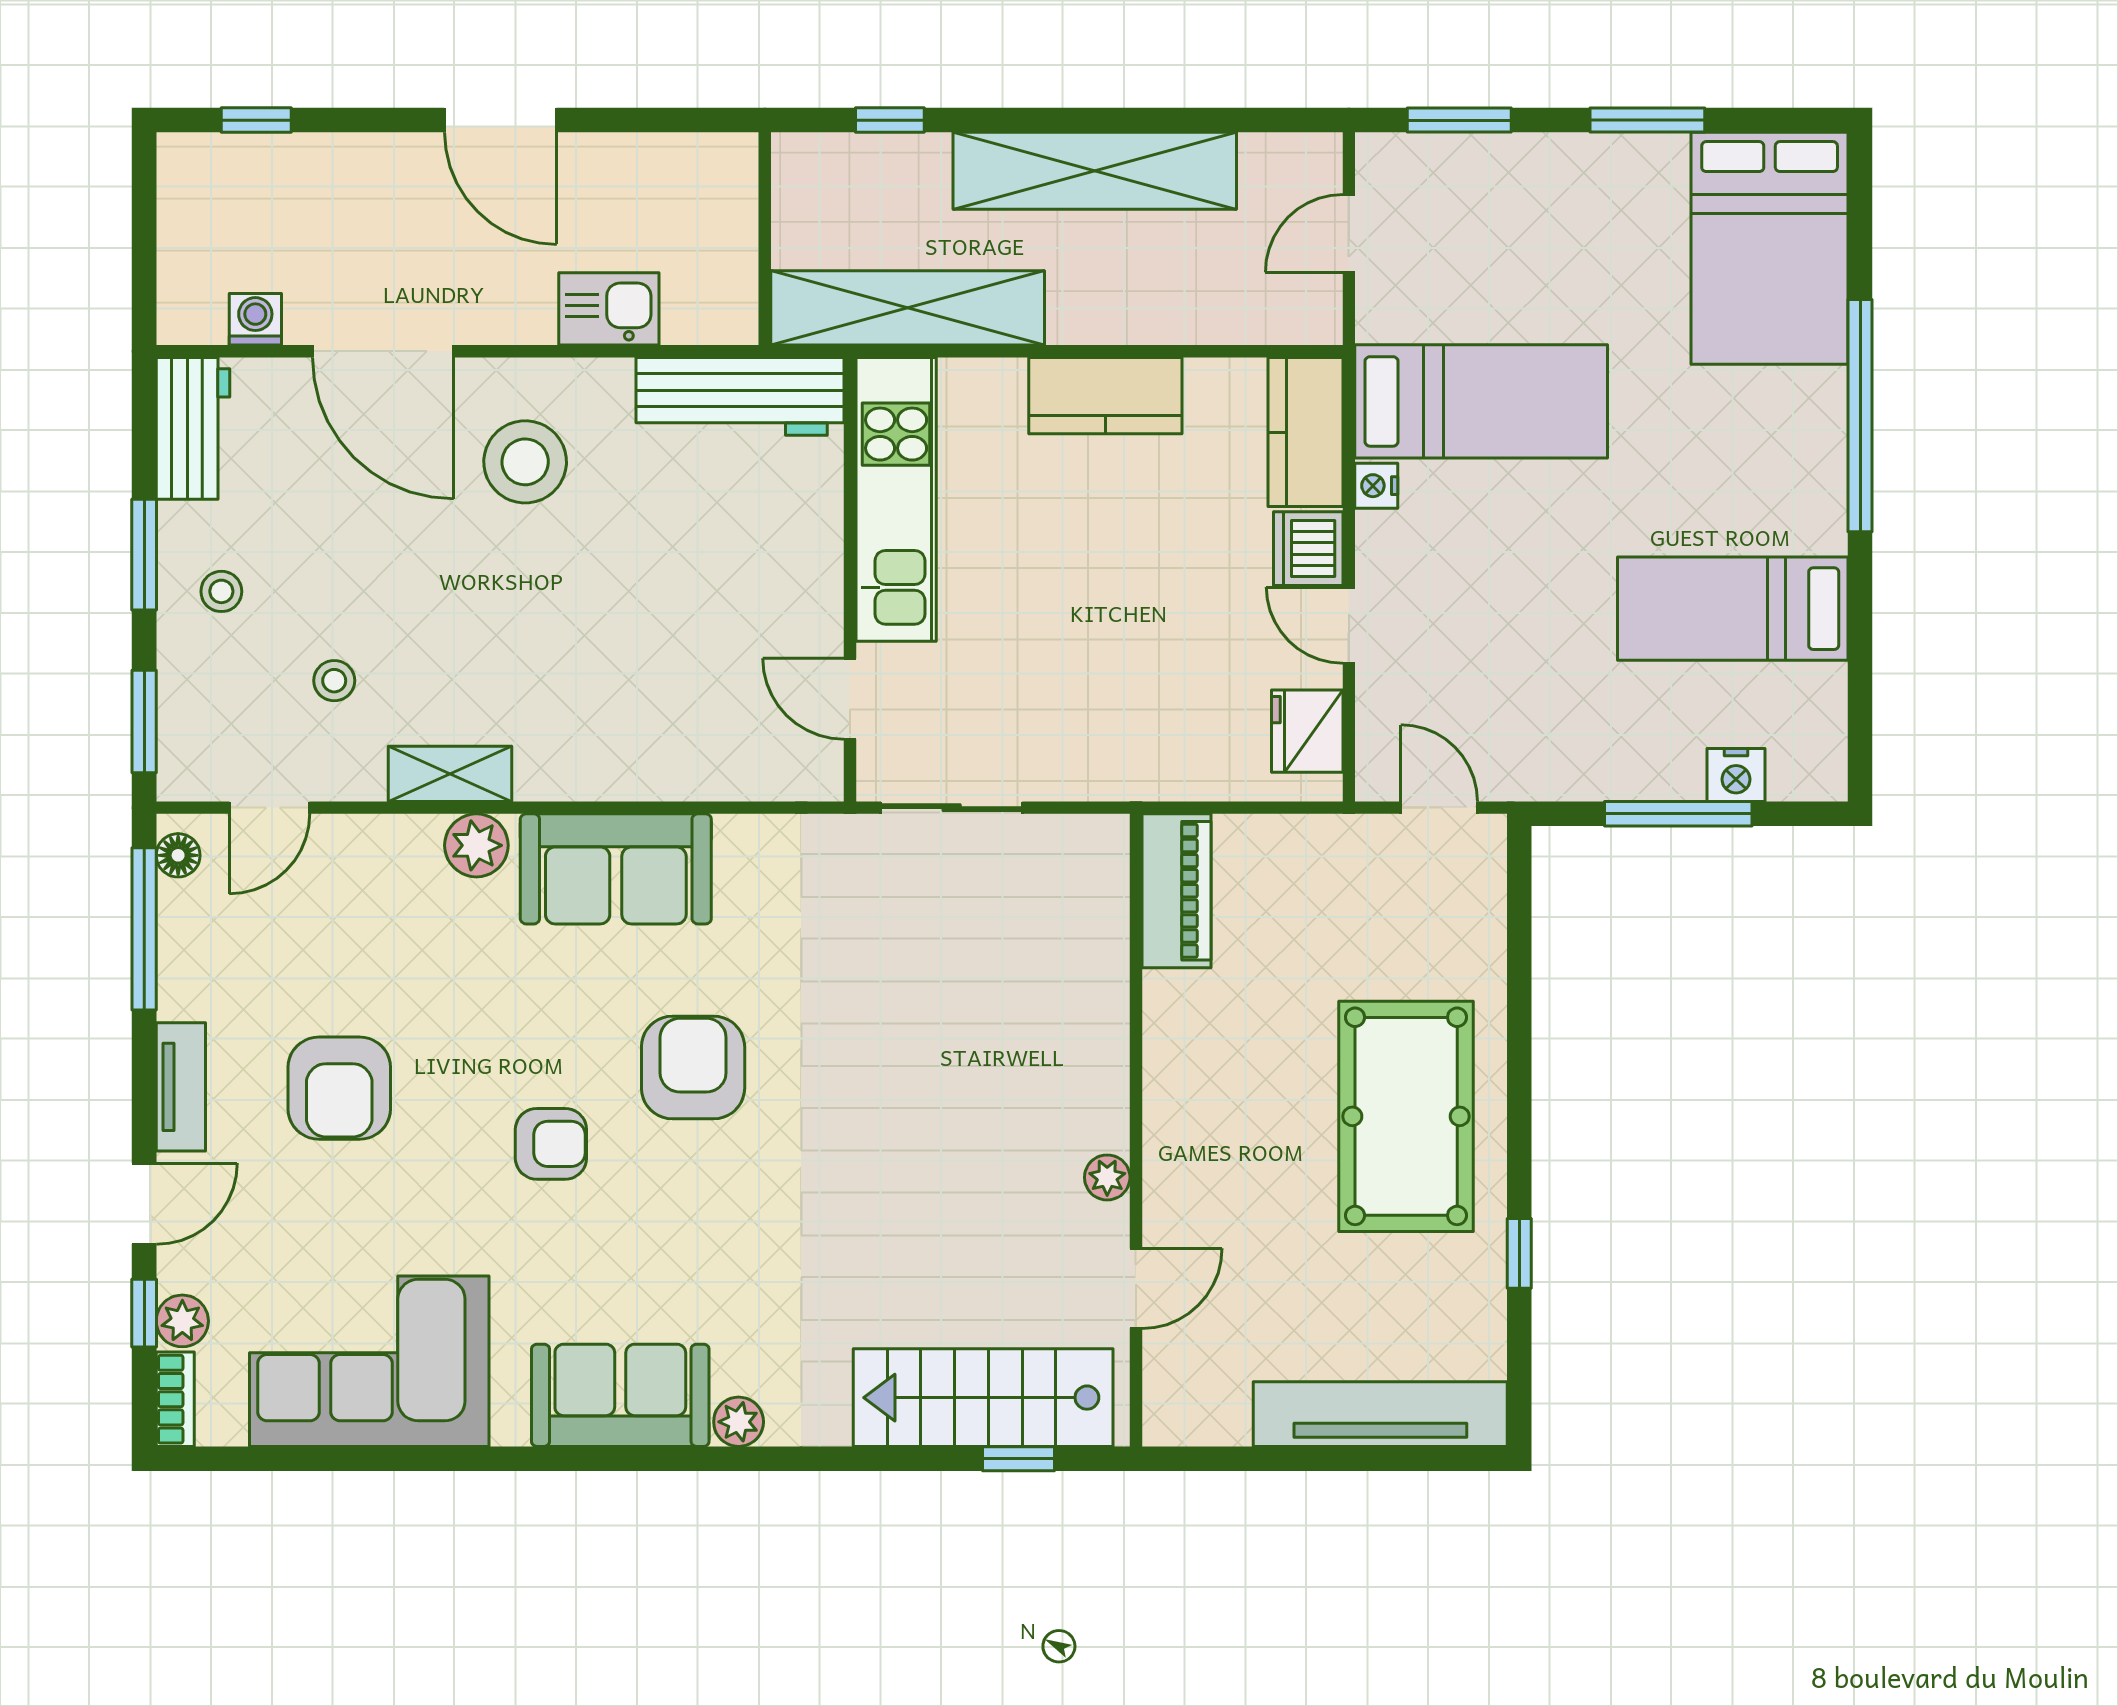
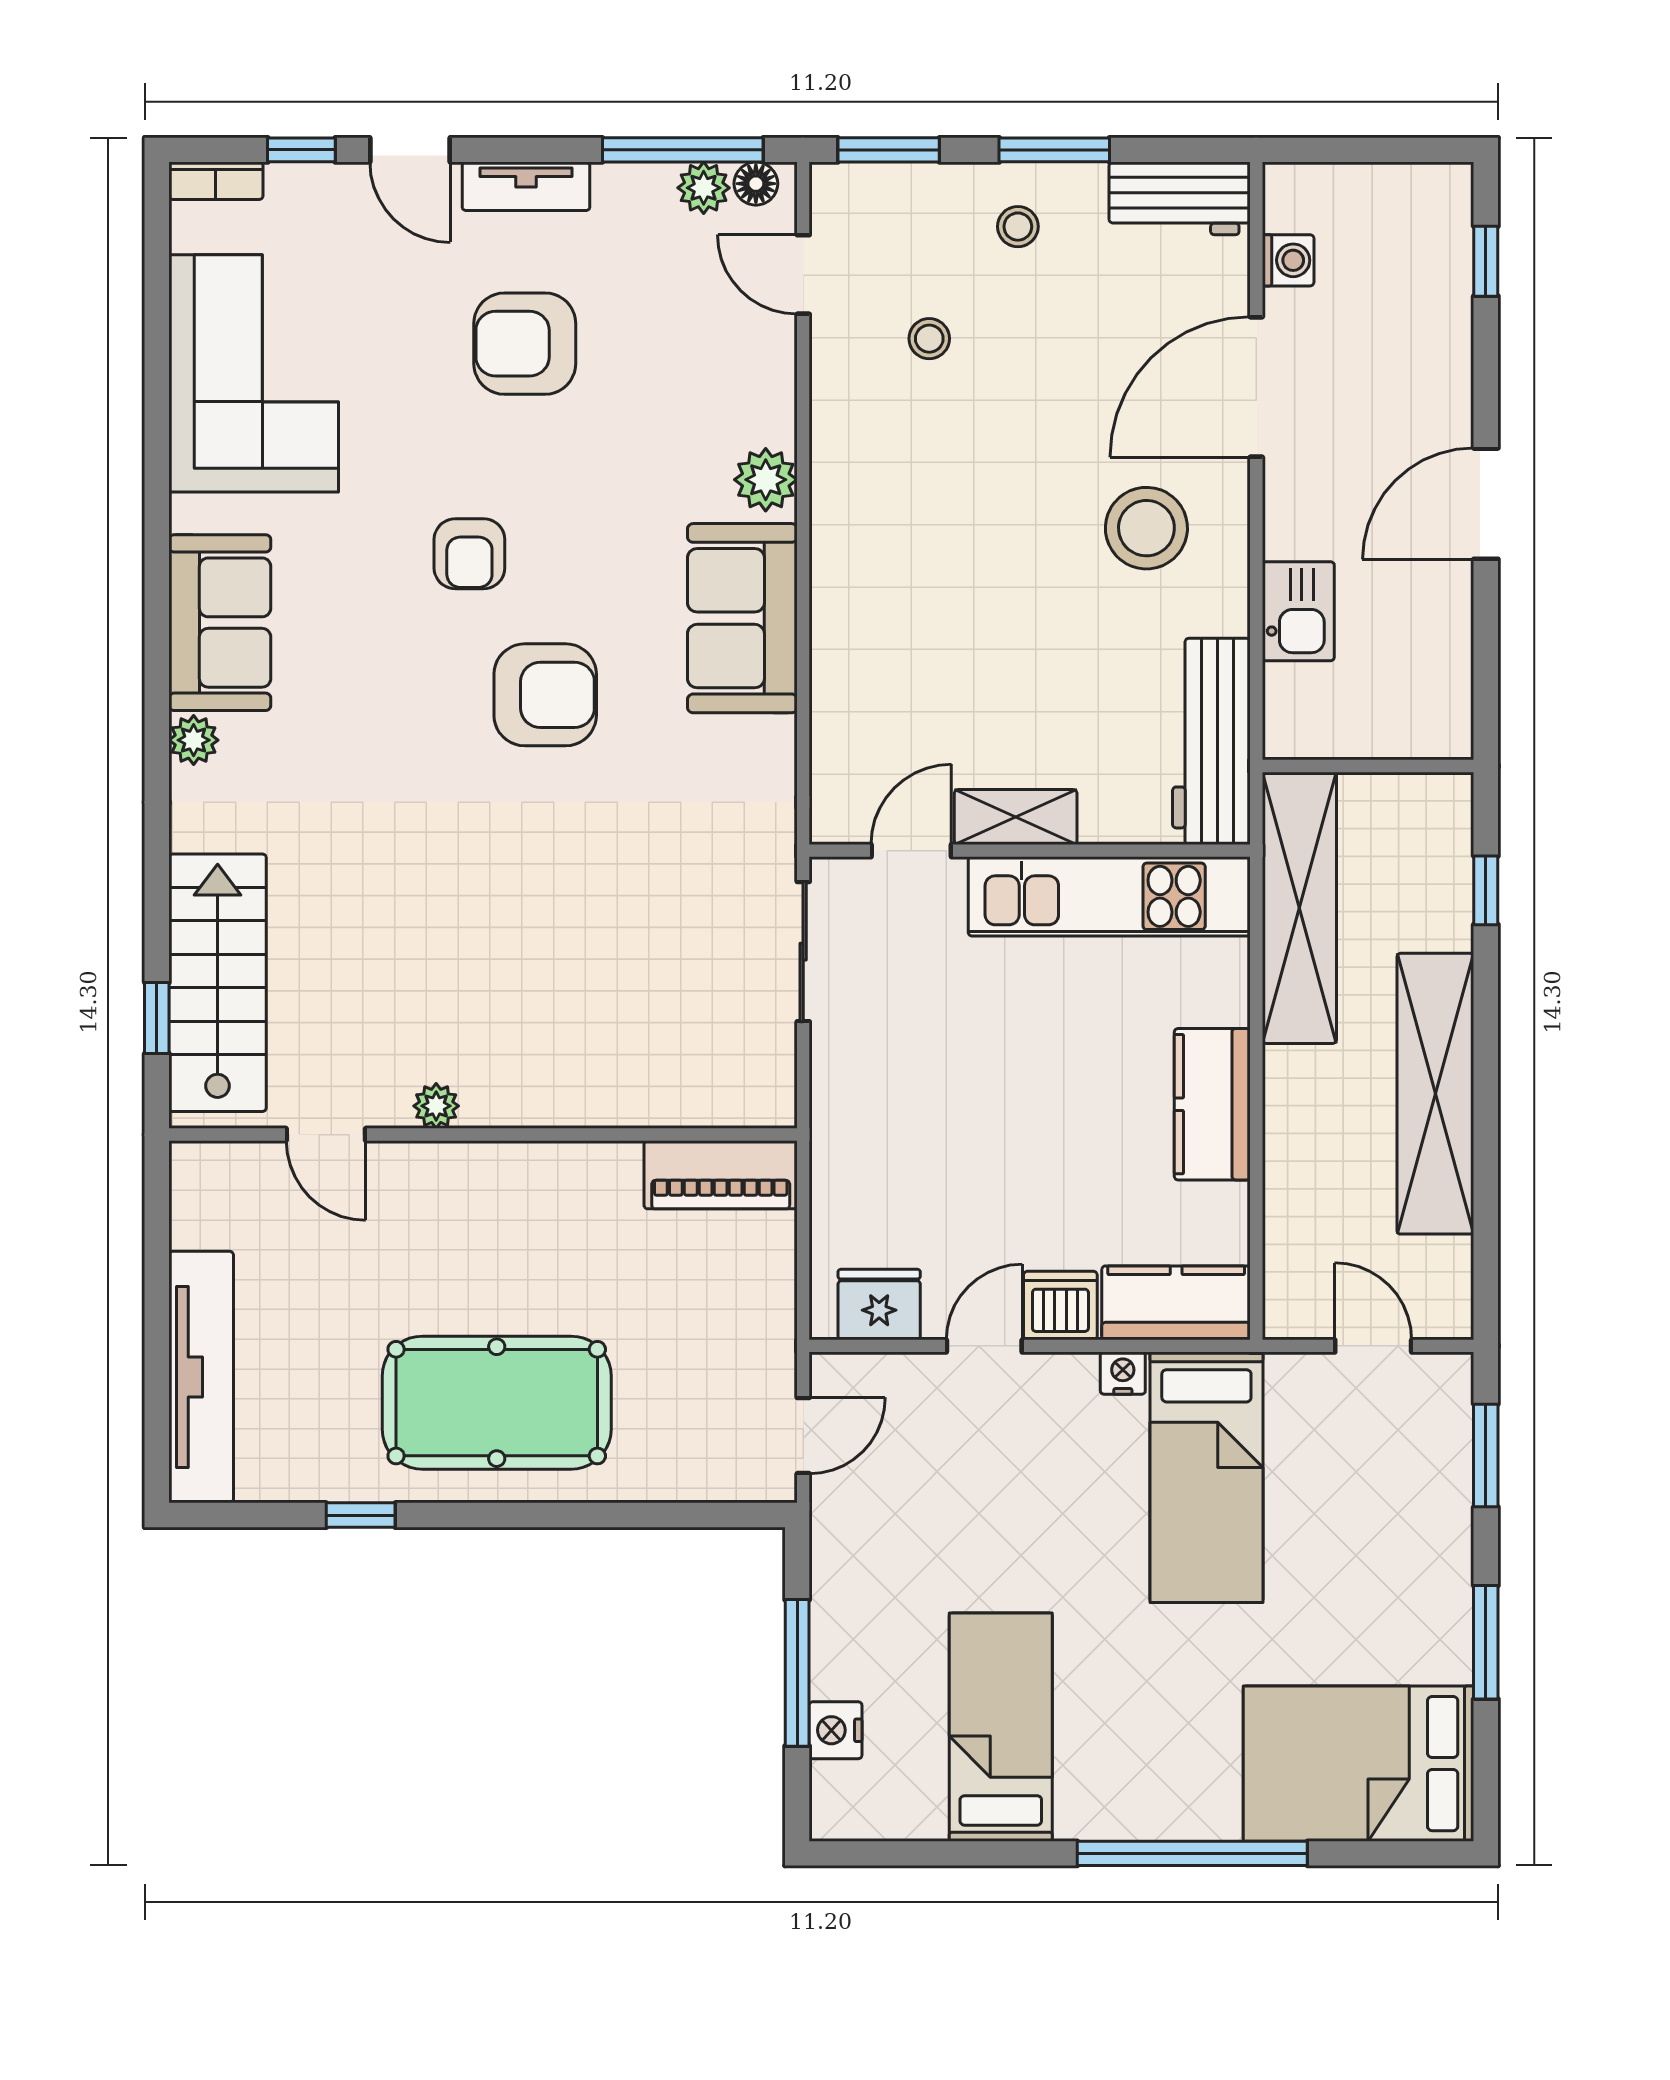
shelving: (450, 774) -> (1016, 817), moved, turned 90
plant: (182, 1321) -> (704, 188), moved

